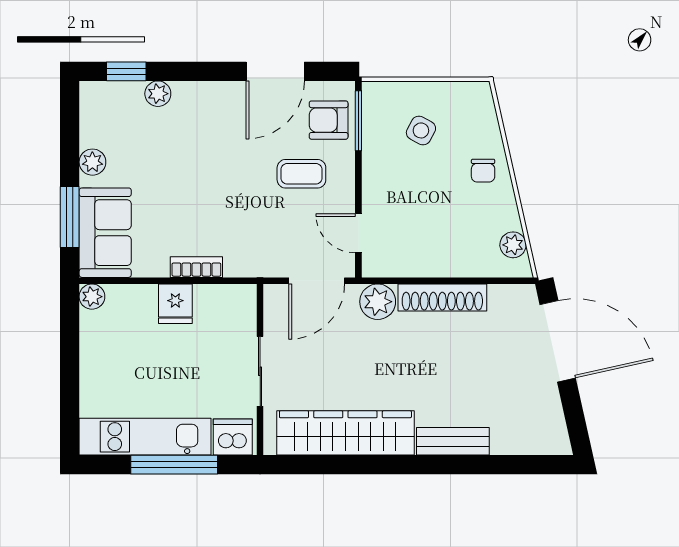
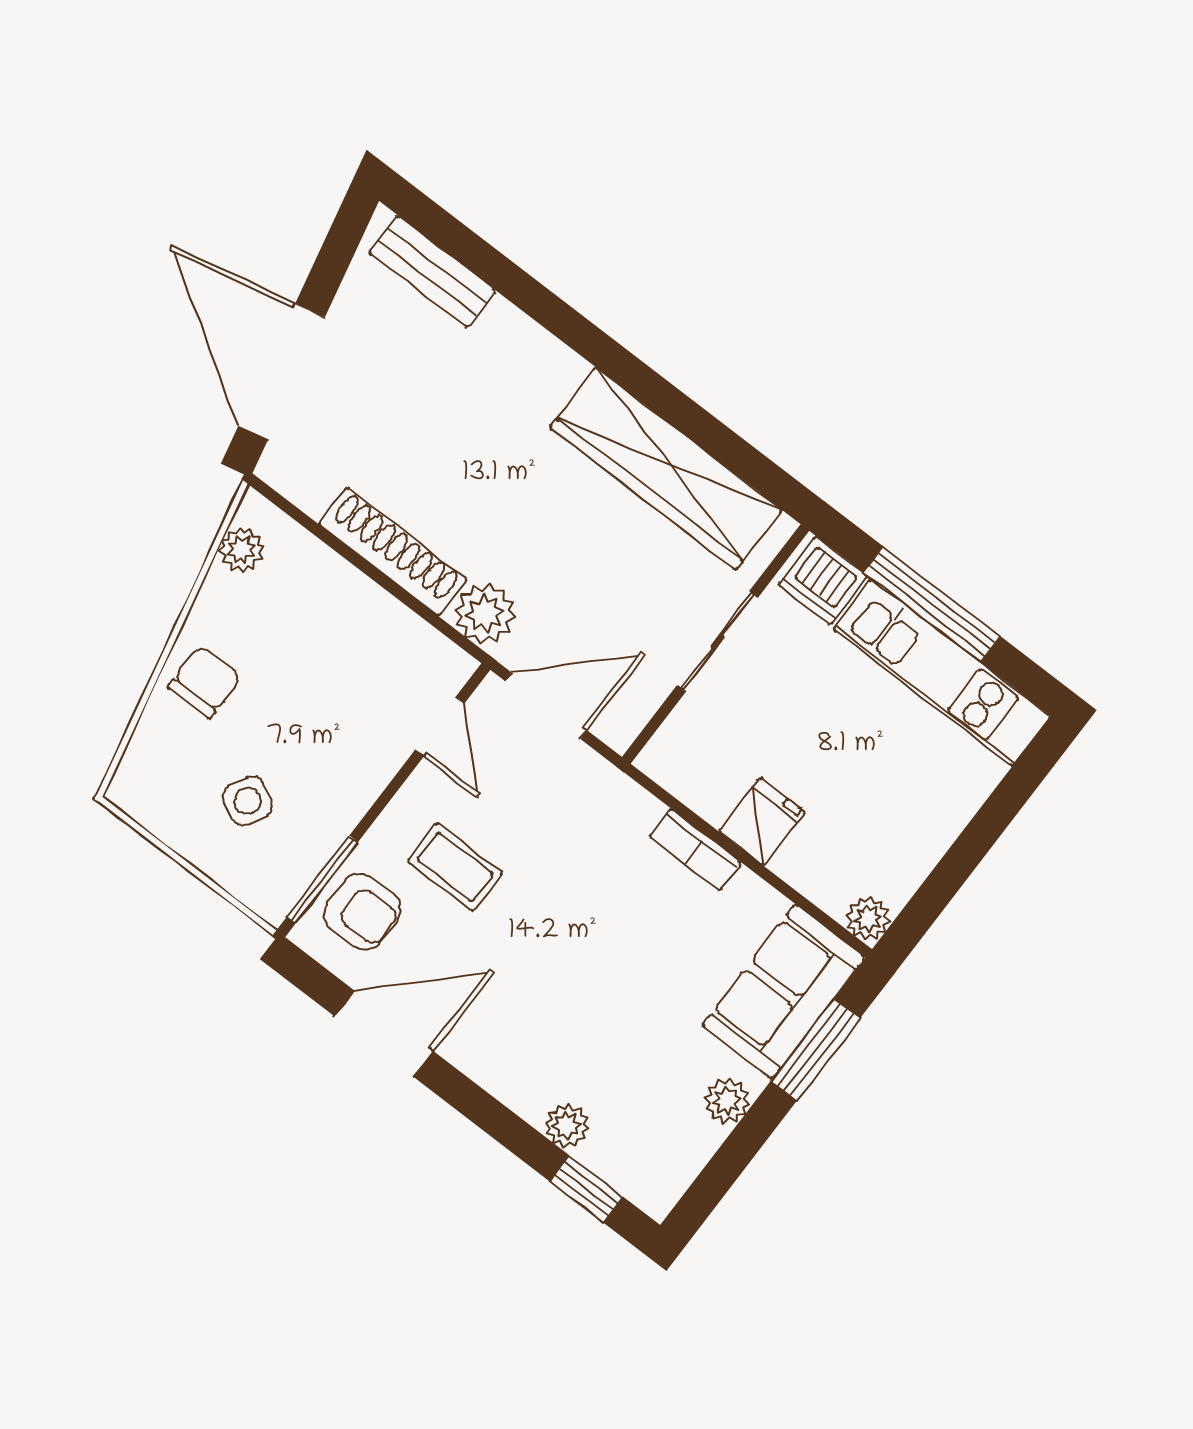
chair: (483, 171) -> (205, 682), width x1.37, depth x1.37
bench: (453, 441) -> (432, 272), moved

